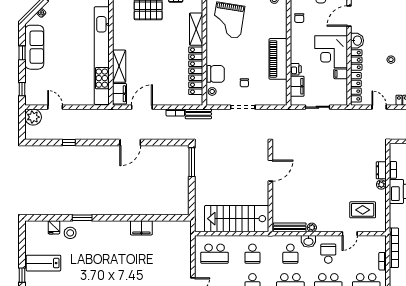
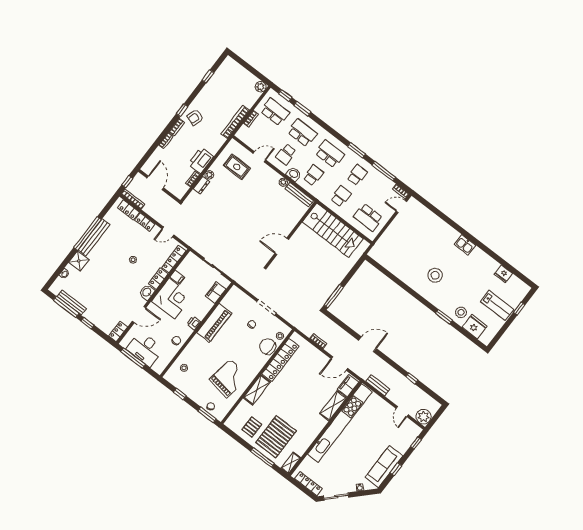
printer: (296, 69) -> (194, 323), moved
door: (379, 107) -> (168, 232), hinge flipped
bench: (198, 114) -> (378, 385), moved
fridge: (54, 227) -> (475, 327), width x1.88, depth x1.34
filing cabinet: (141, 228) -> (407, 277), removed
stool: (118, 248) -> (435, 275), added
school desk: (215, 254) -> (368, 217), turned 180

